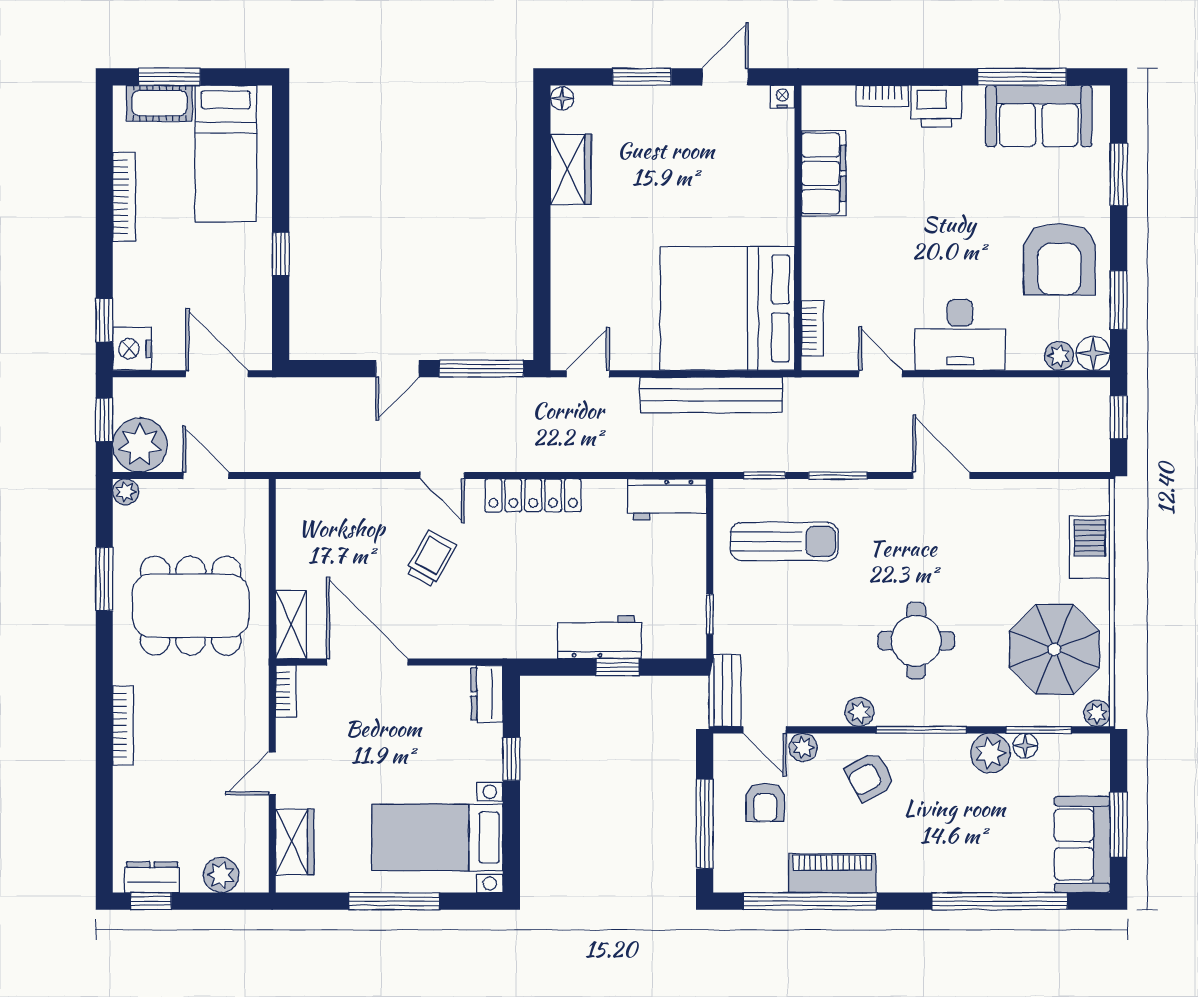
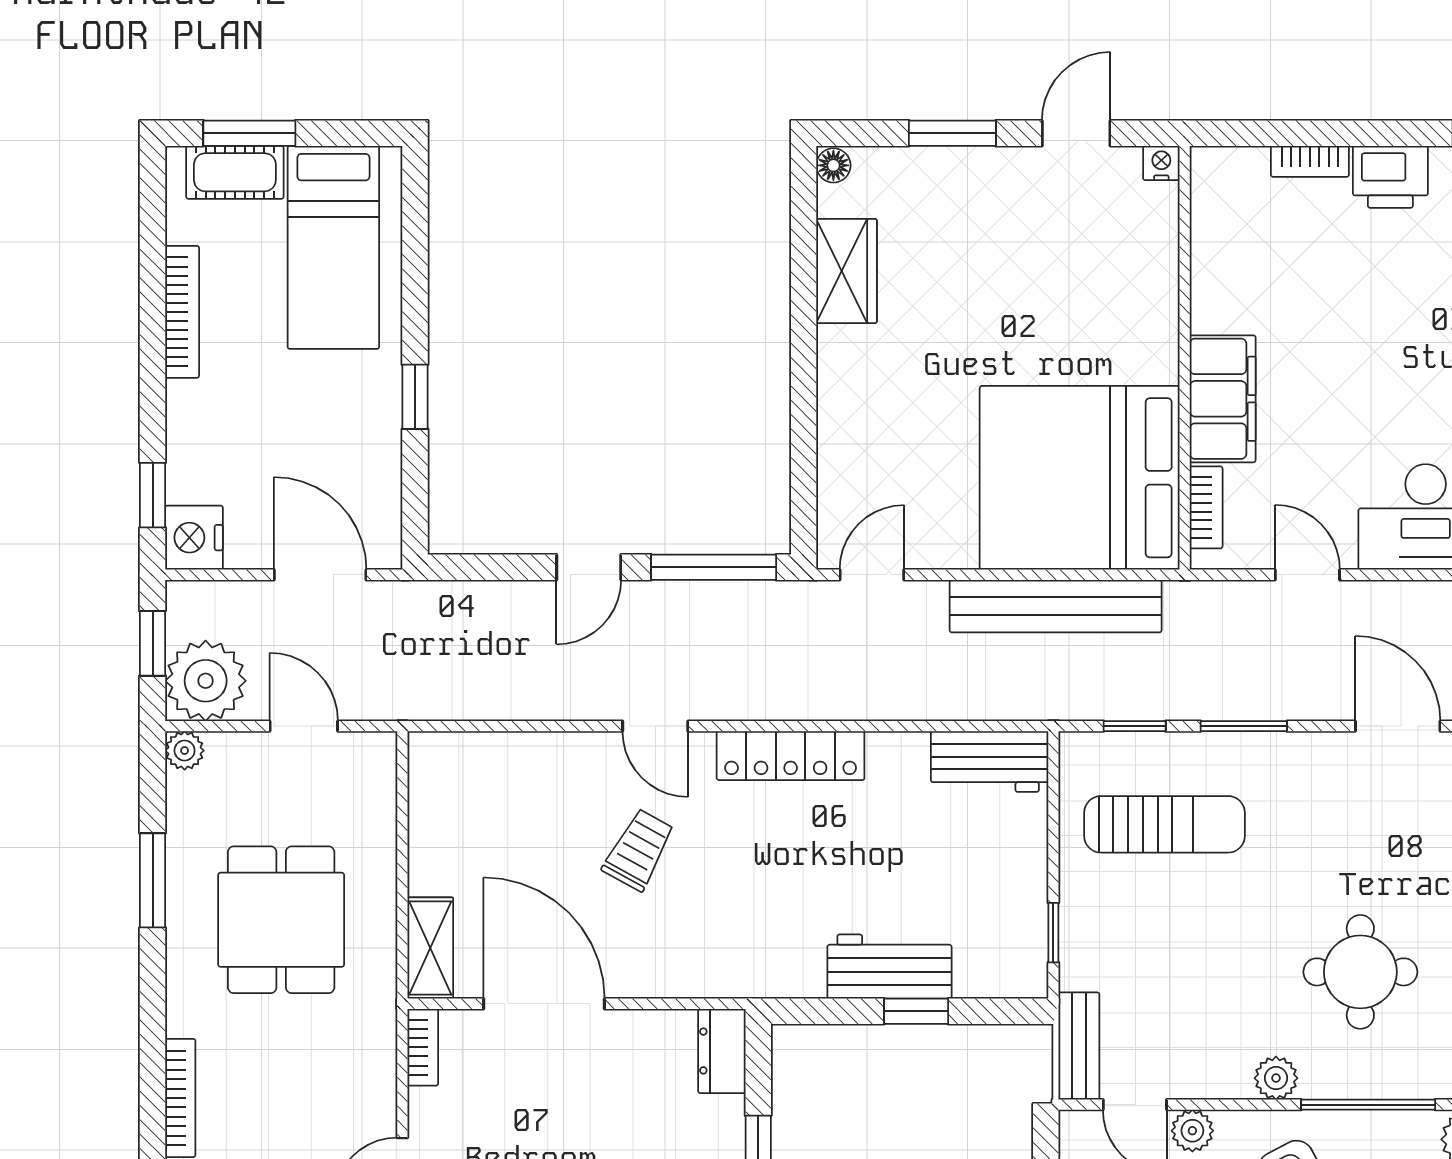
filing cabinet: (824, 173) -> (1223, 399), moved
dining table: (191, 606) -> (281, 920), width x0.73

